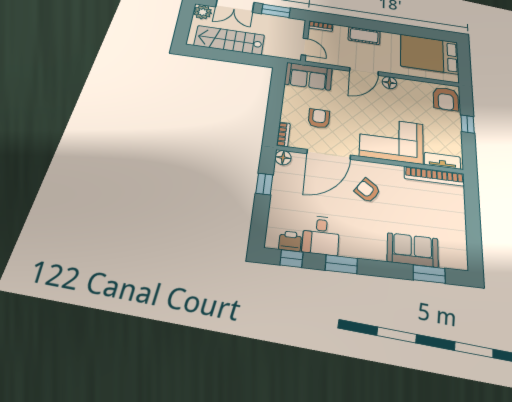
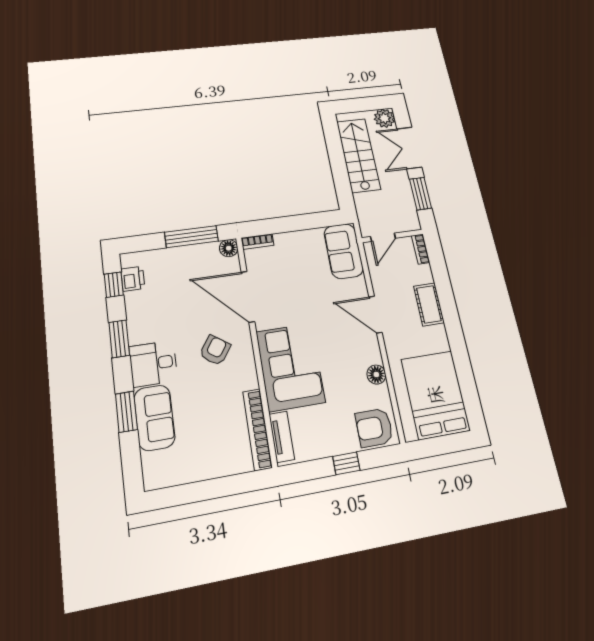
floor lamp: (389, 83) -> (376, 374), moved
armchair: (319, 118) -> (291, 276), removed
window: (264, 184) -> (191, 237), width x2.17
desk: (321, 235) -> (153, 364), moved
window: (429, 274) -> (126, 412), moved

